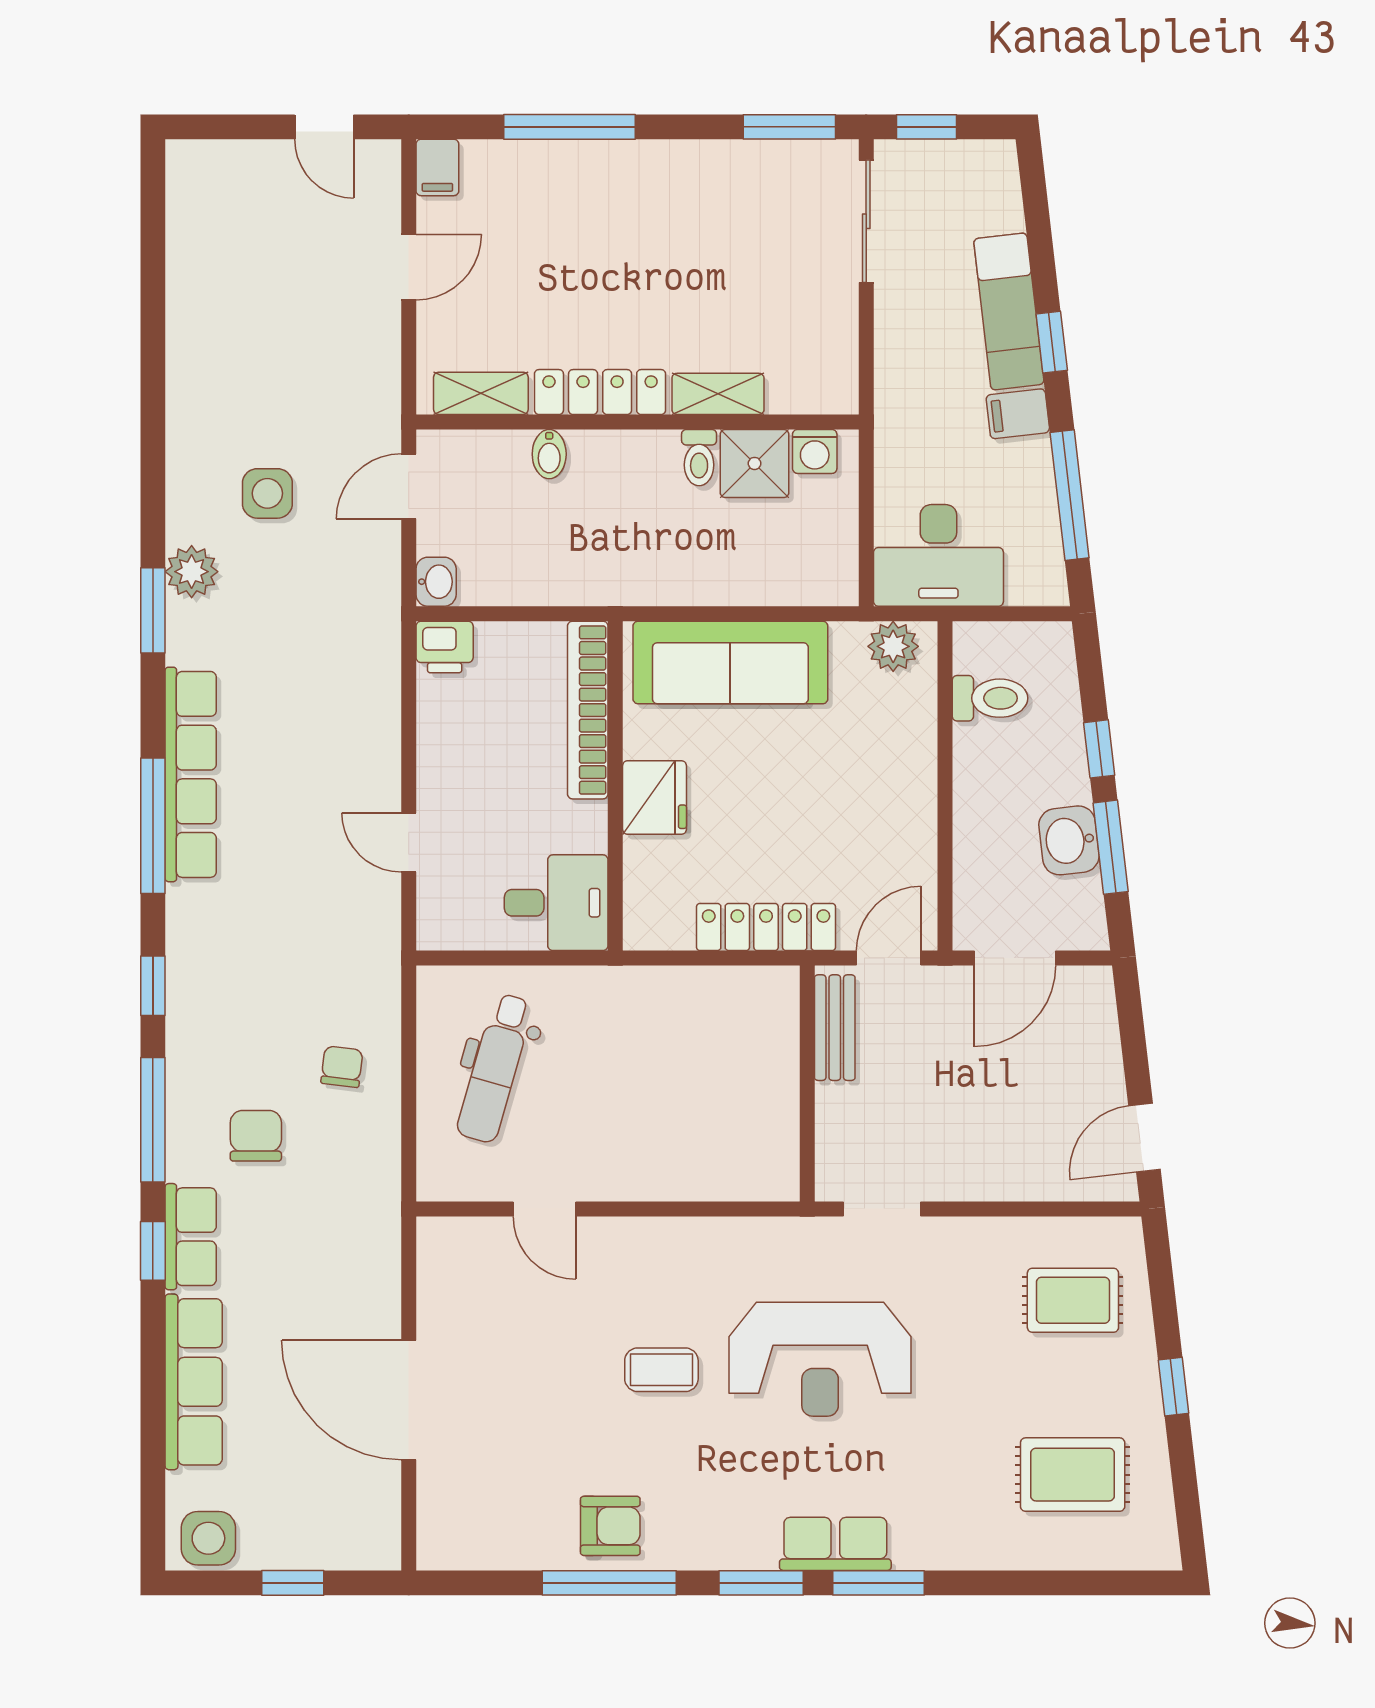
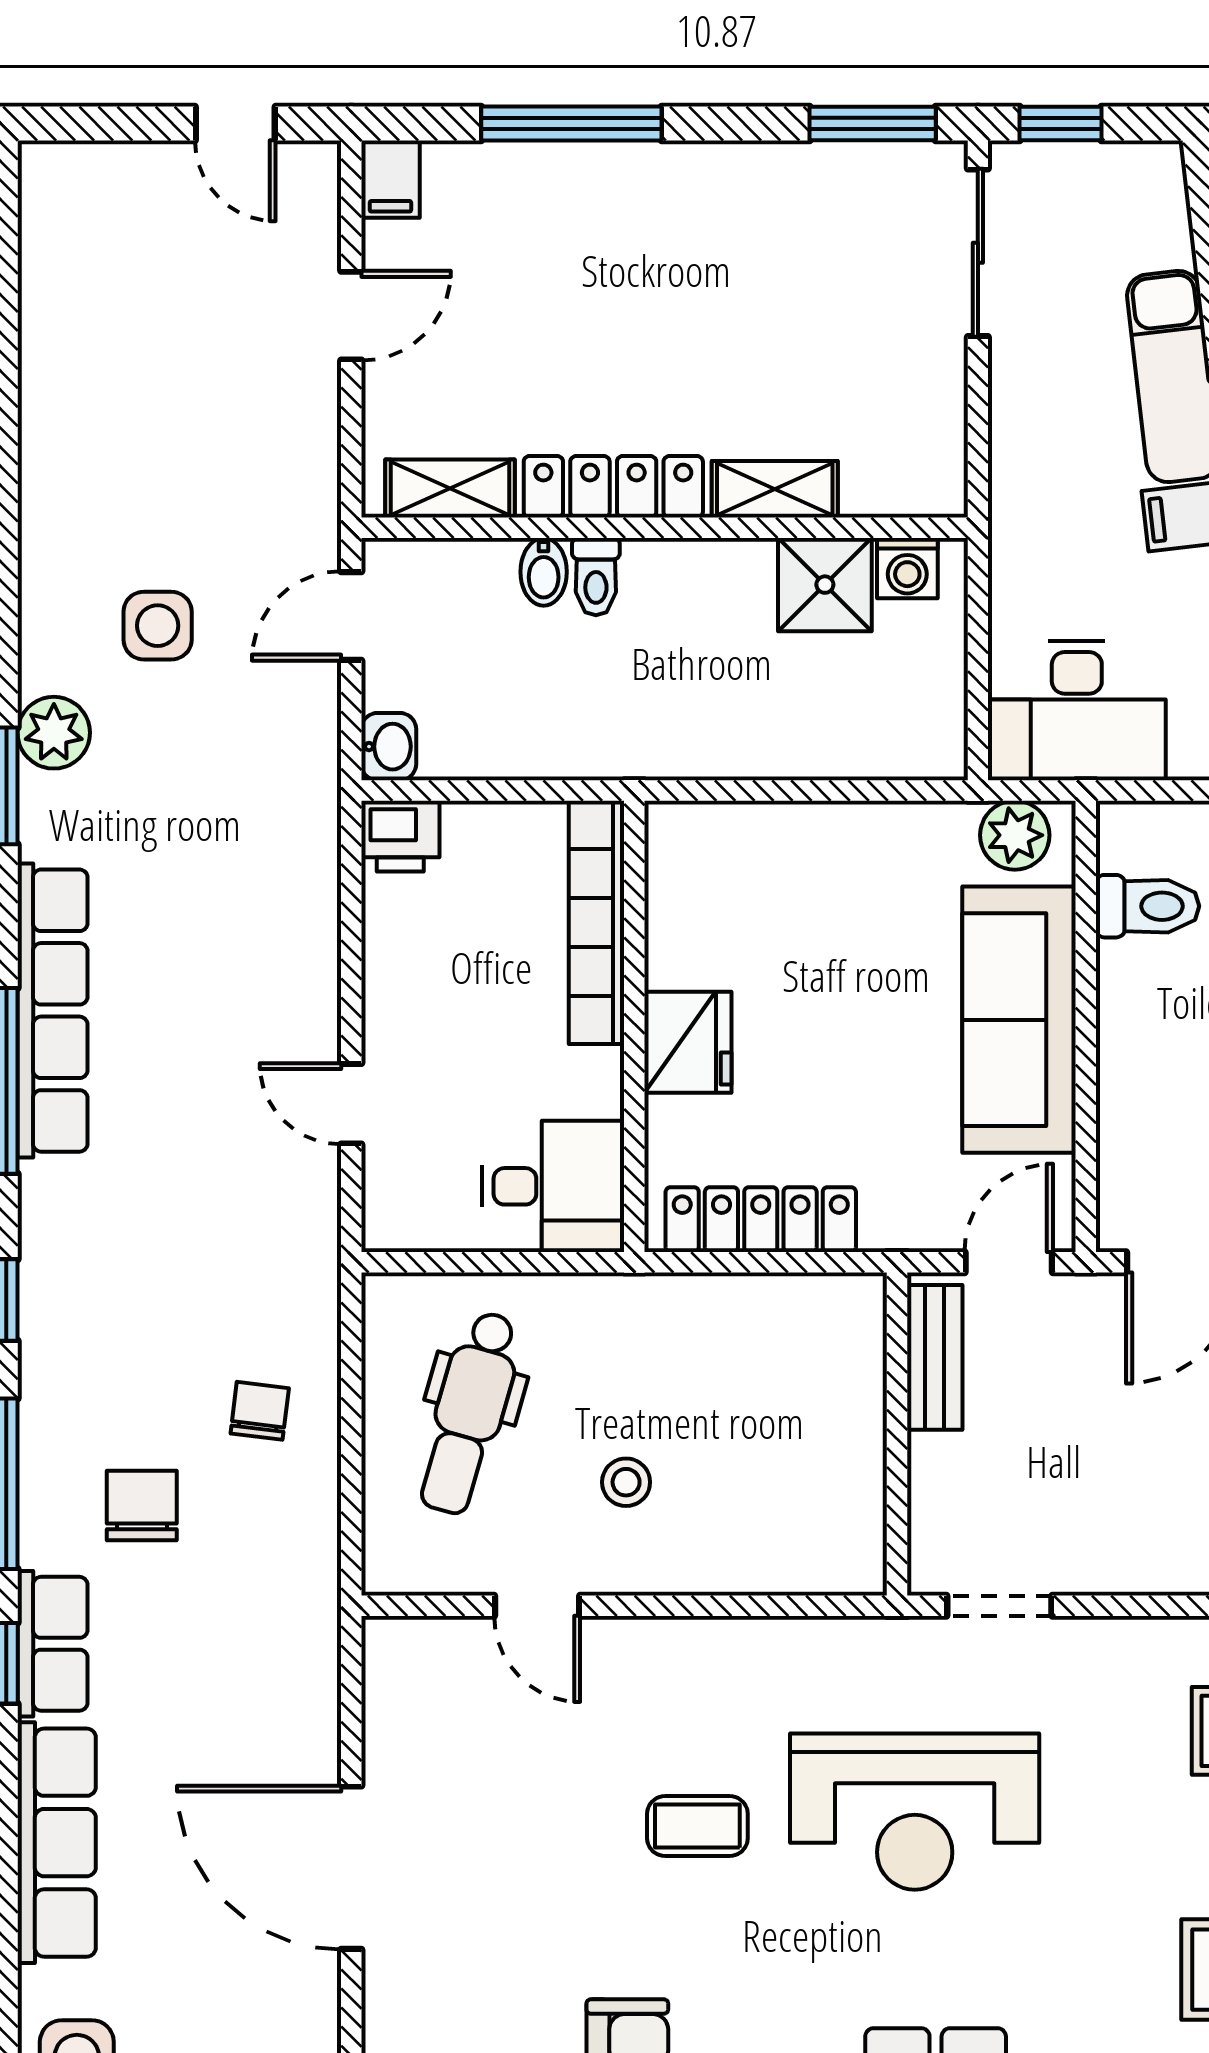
toilet: (699, 458) -> (596, 577), moved
sofa: (730, 662) -> (1019, 1020), moved, turned 90
locker: (766, 927) -> (761, 1220), moved
stool: (609, 1119) -> (626, 1482), added

